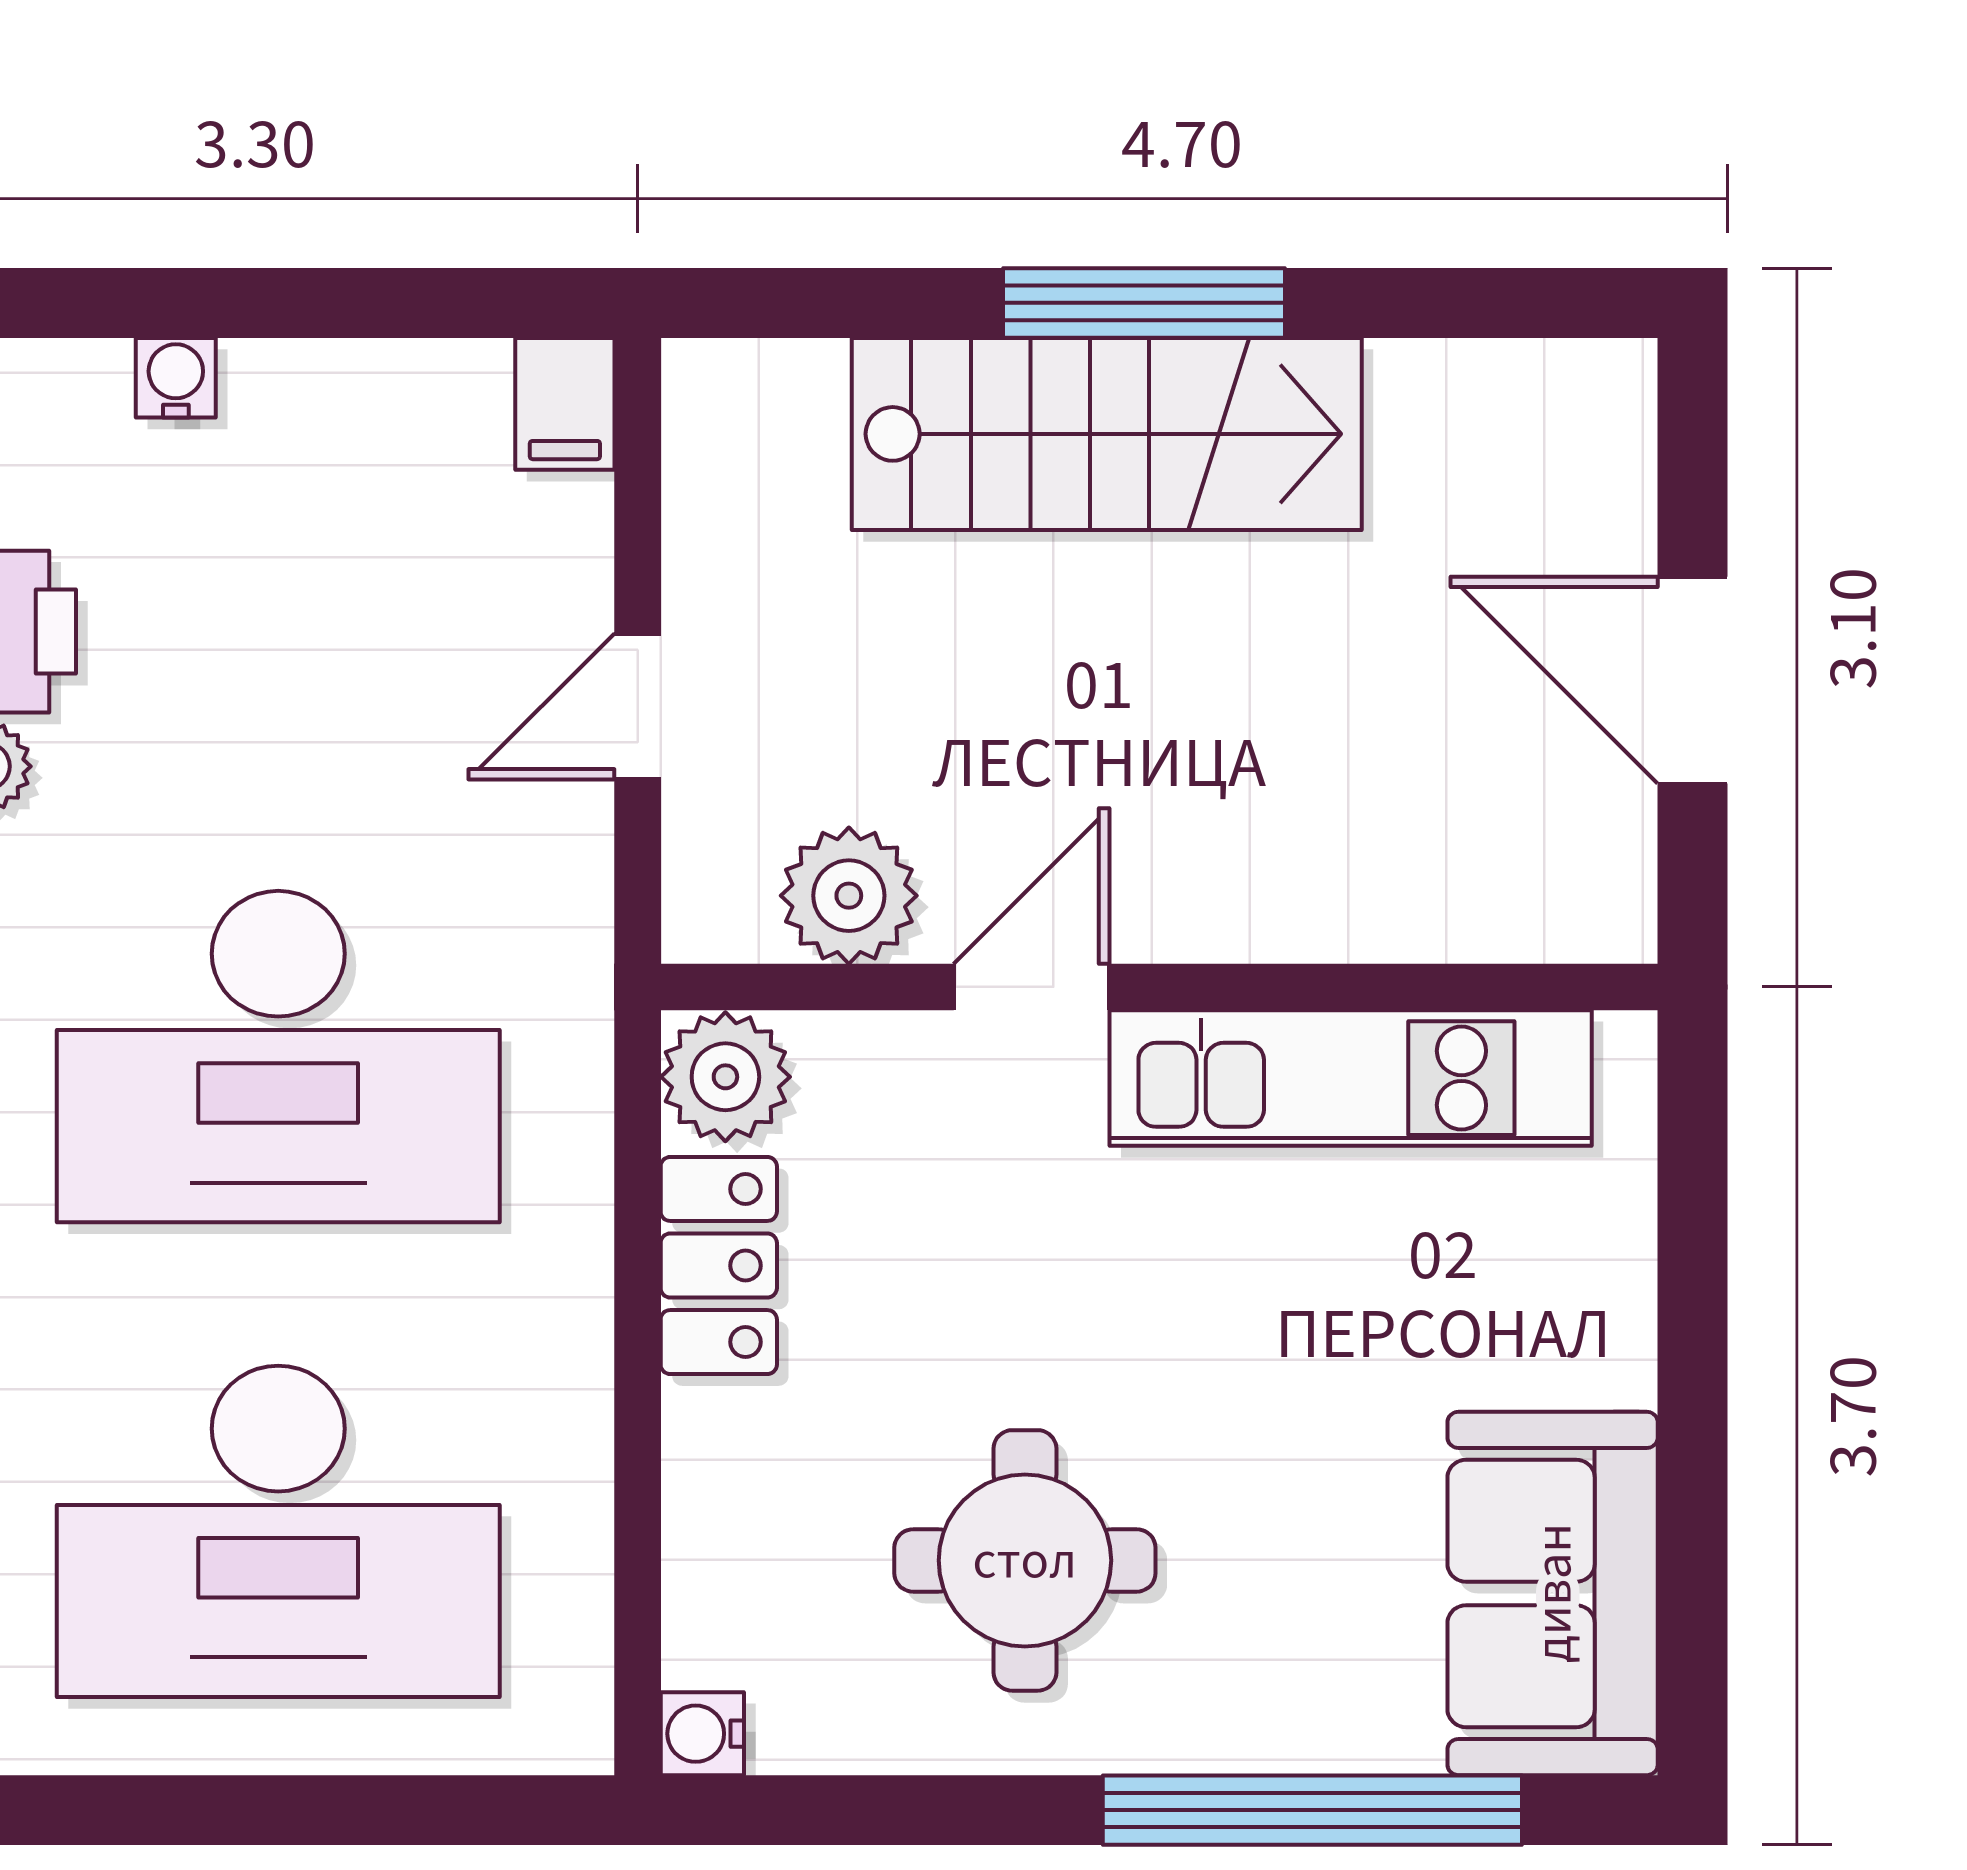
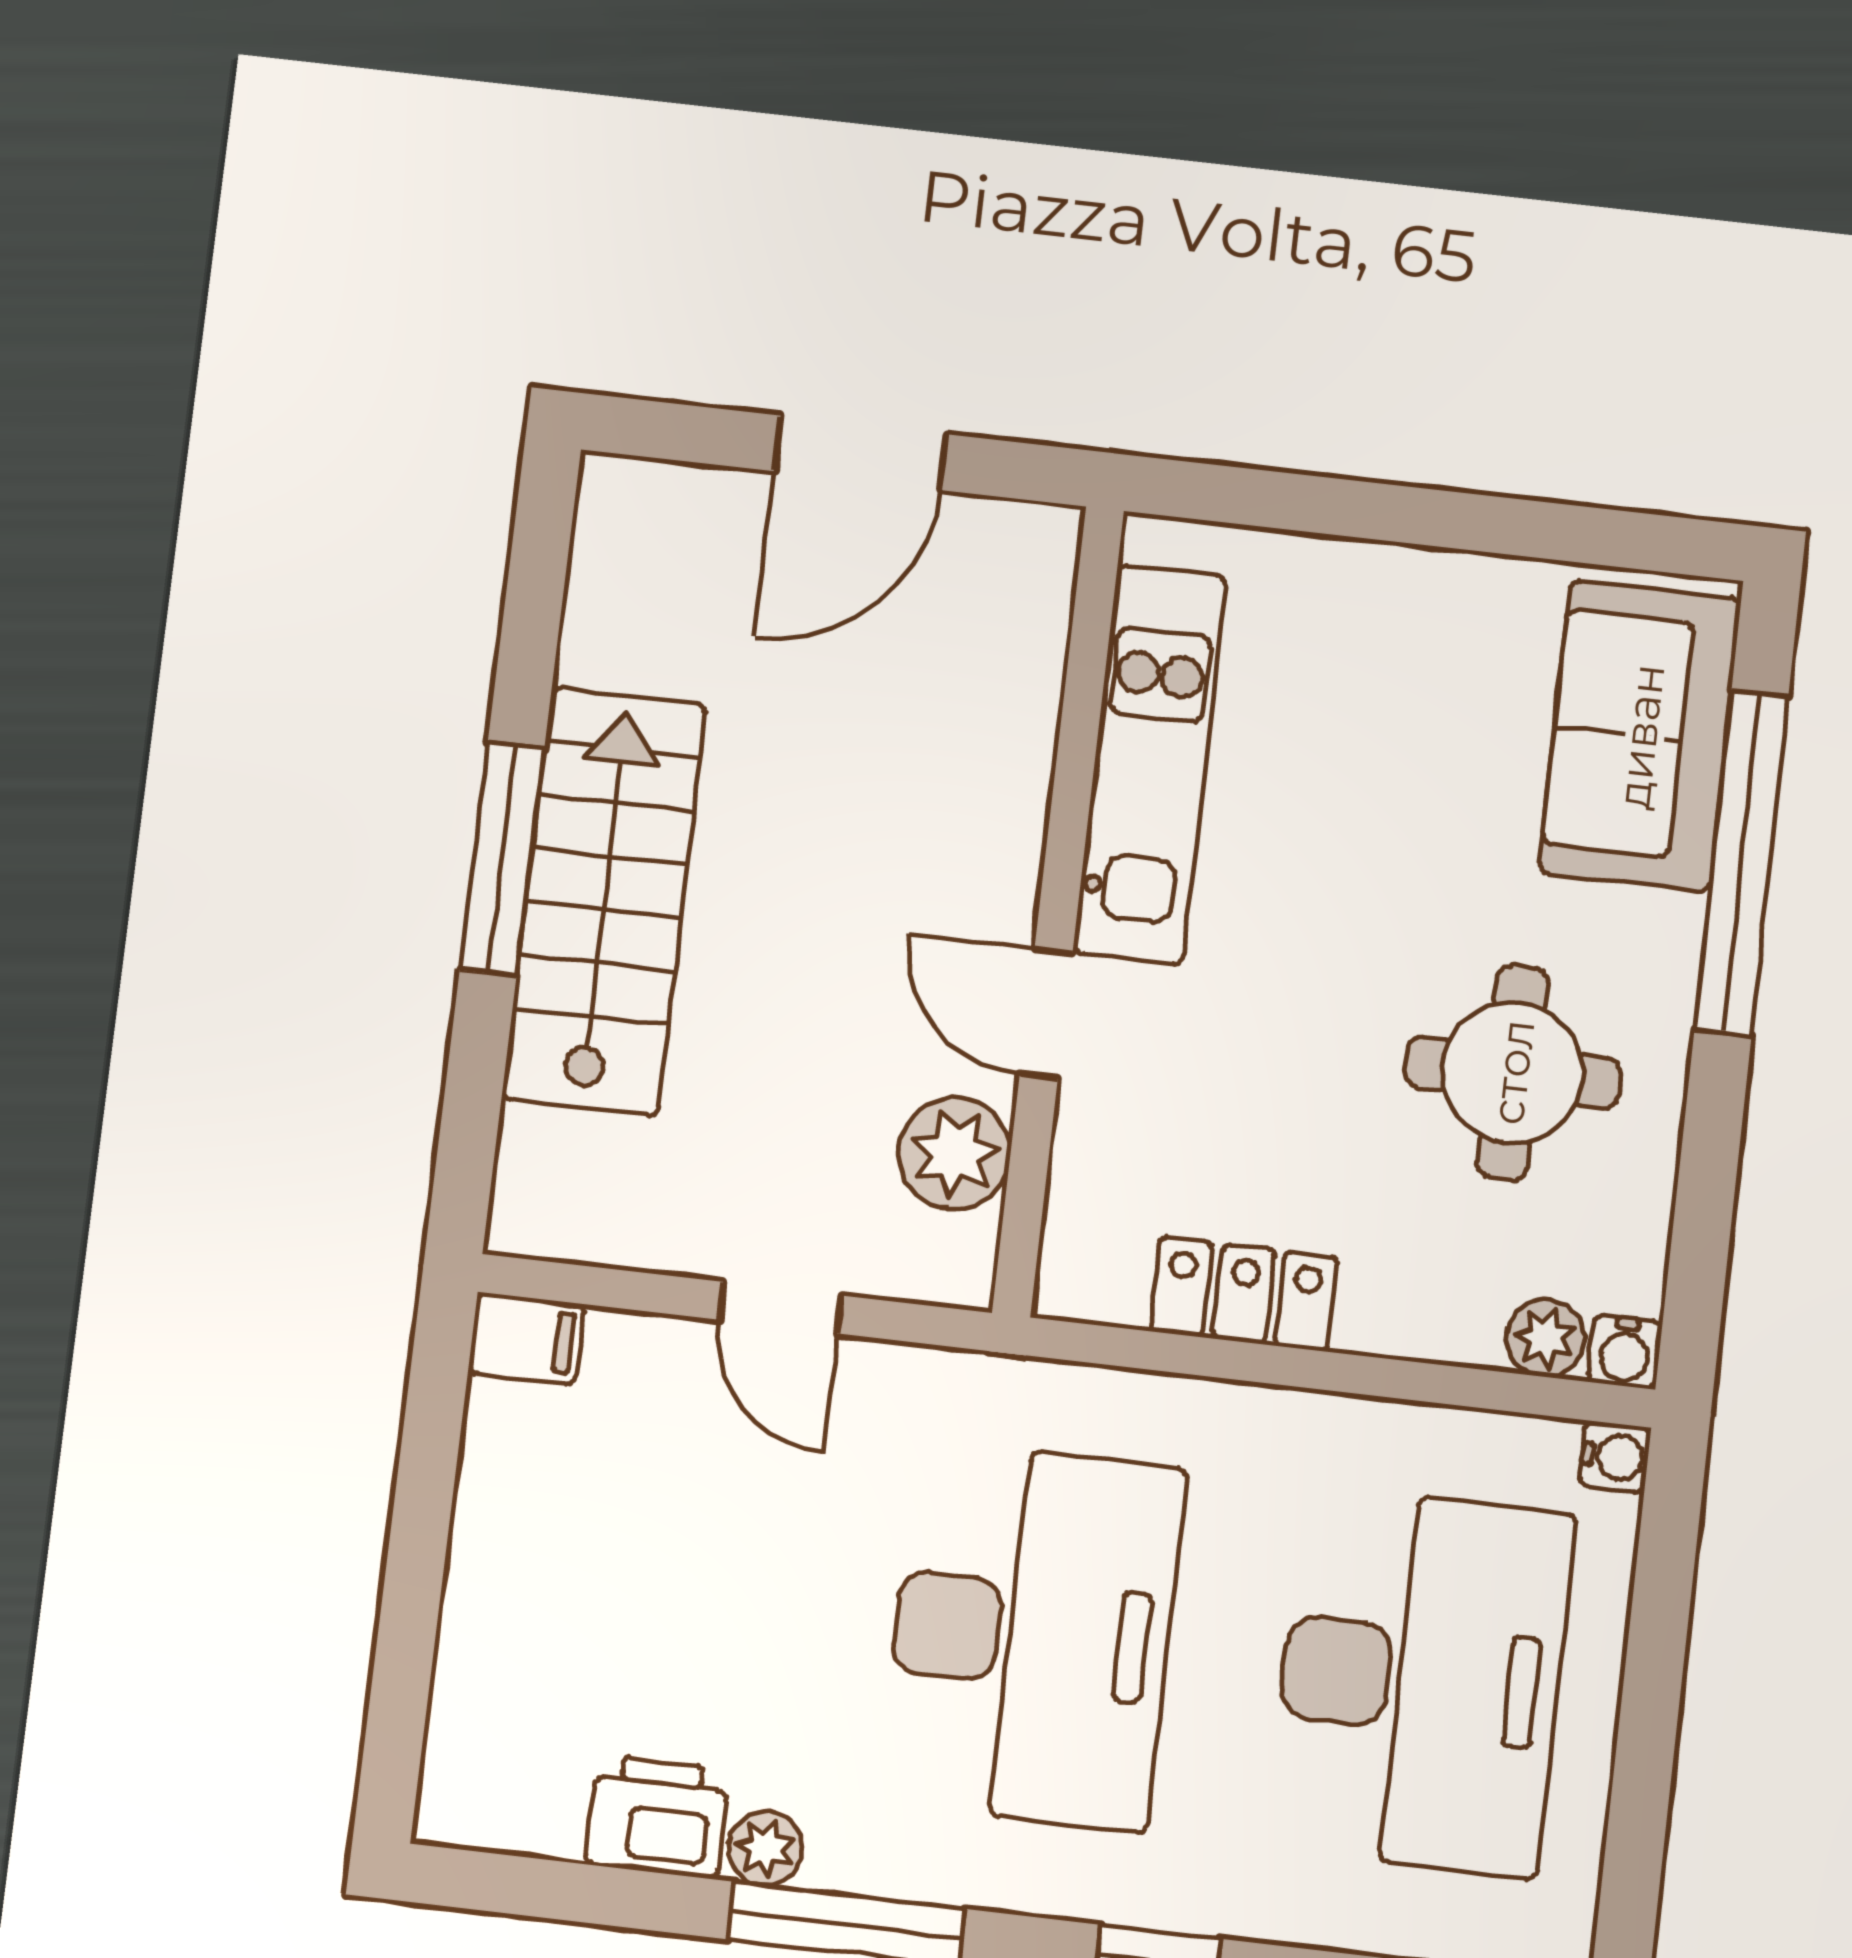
water cooler: (176, 378) -> (1615, 1457), moved, turned 180
plant: (725, 1077) -> (1545, 1338), moved, width x0.73, depth x0.73
sofa: (1553, 1593) -> (1640, 736), moved, turned 90

